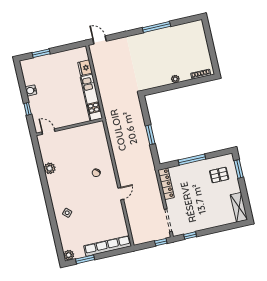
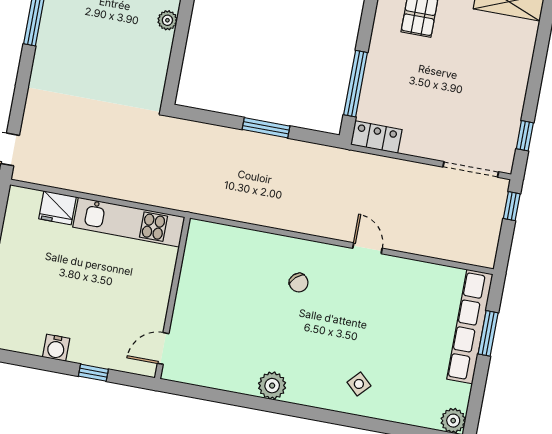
window: (192, 160) -> (356, 84), moved
plant: (50, 168) -> (272, 386), moved
locker: (166, 184) -> (376, 137), width x0.66
window: (85, 259) -> (488, 333), moved

